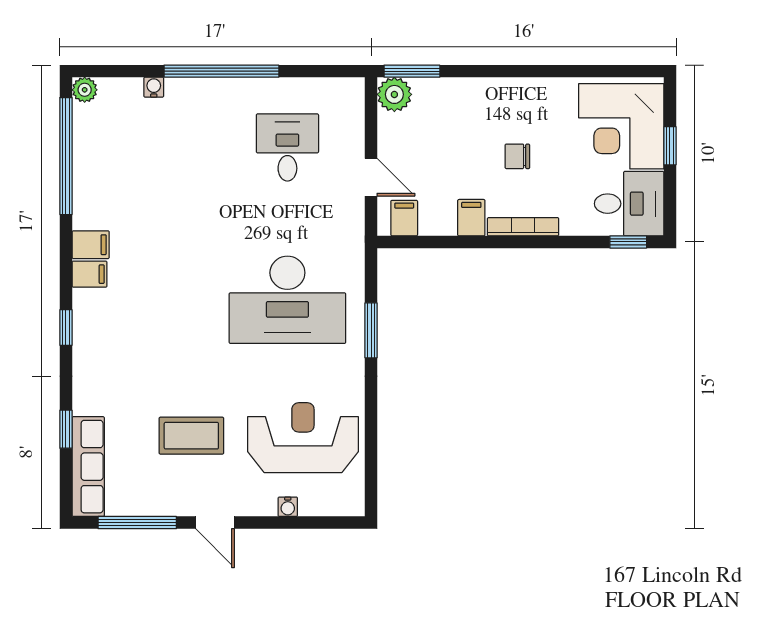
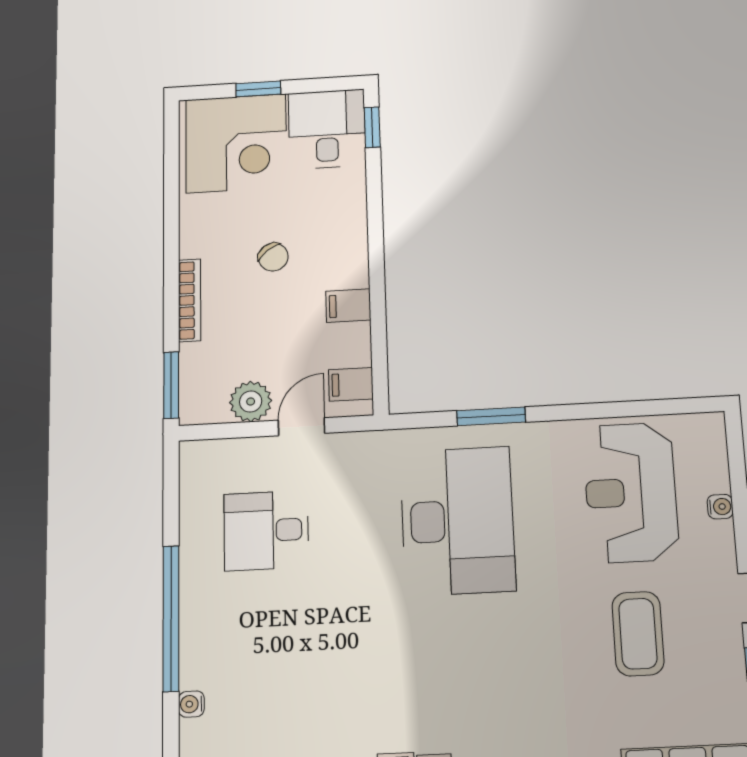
plant: (394, 94) -> (251, 402), moved
chair: (517, 156) -> (273, 257), turned -37
bookcase: (523, 227) -> (190, 300), moved, turned 180

